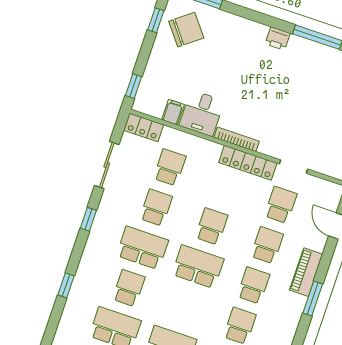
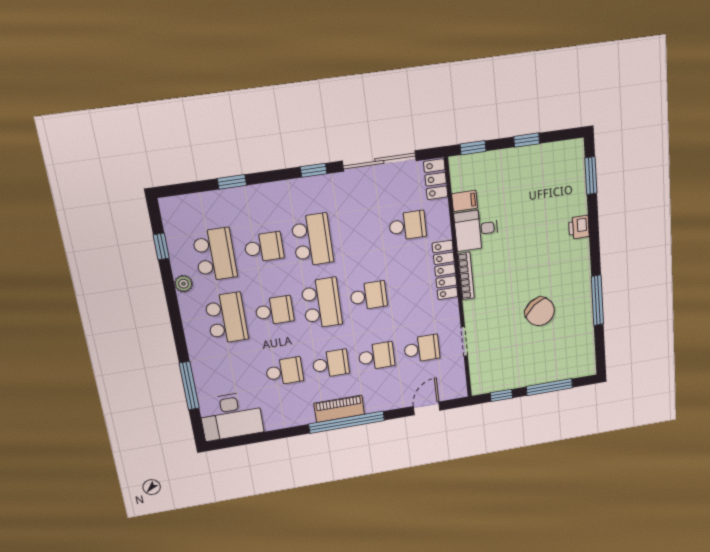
window: (156, 20) -> (527, 140), moved
chair: (186, 30) -> (540, 312), moved
printer: (278, 38) -> (579, 227), moved
locker: (248, 163) -> (445, 270), moved
sliding door: (107, 165) -> (379, 161), width x1.37
school desk: (156, 208) -> (274, 311), moved
piano: (306, 272) -> (339, 409), moved
window: (313, 298) -> (347, 422), width x2.11

